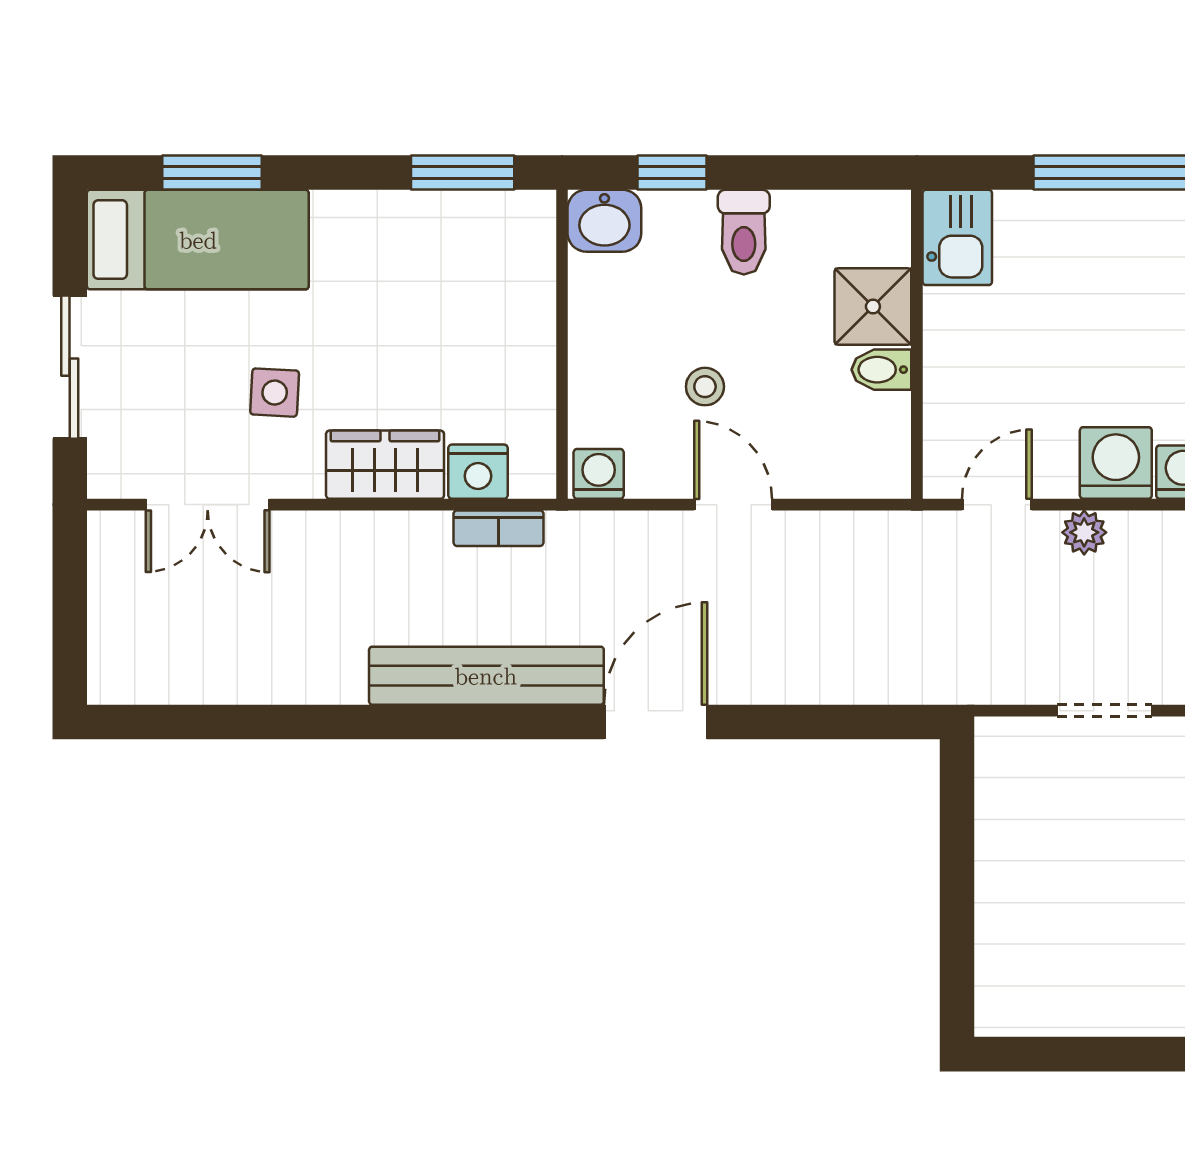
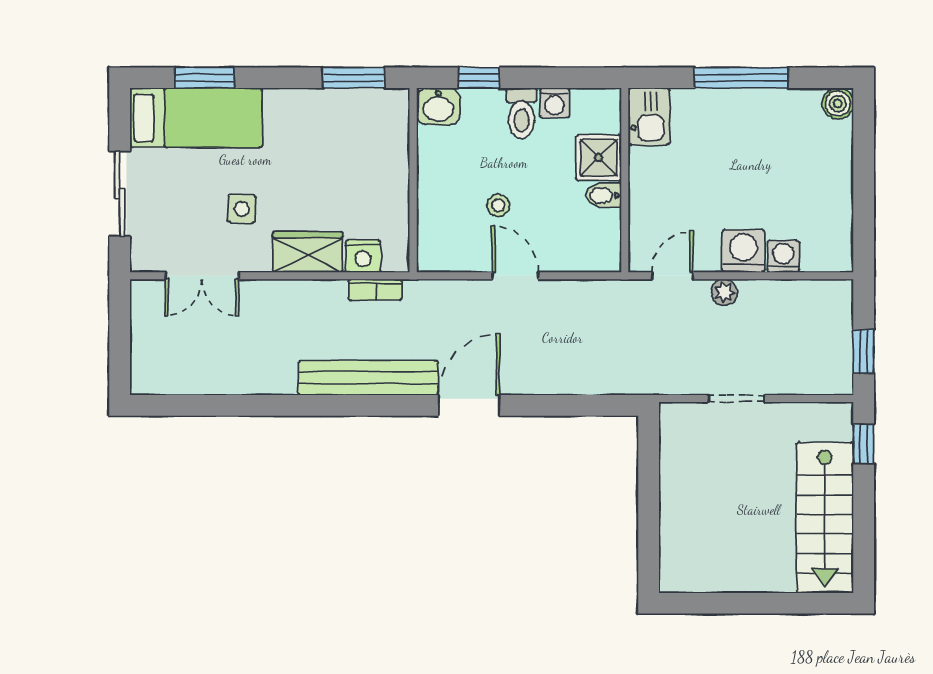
washing machine: (599, 474) -> (554, 103), moved, turned 180

